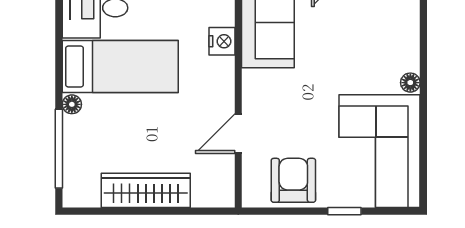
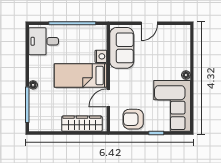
bed: (120, 67) -> (81, 75), moved, turned 180
armchair: (293, 180) -> (133, 119), turned -90
wardrobe: (146, 190) -> (82, 124), moved

